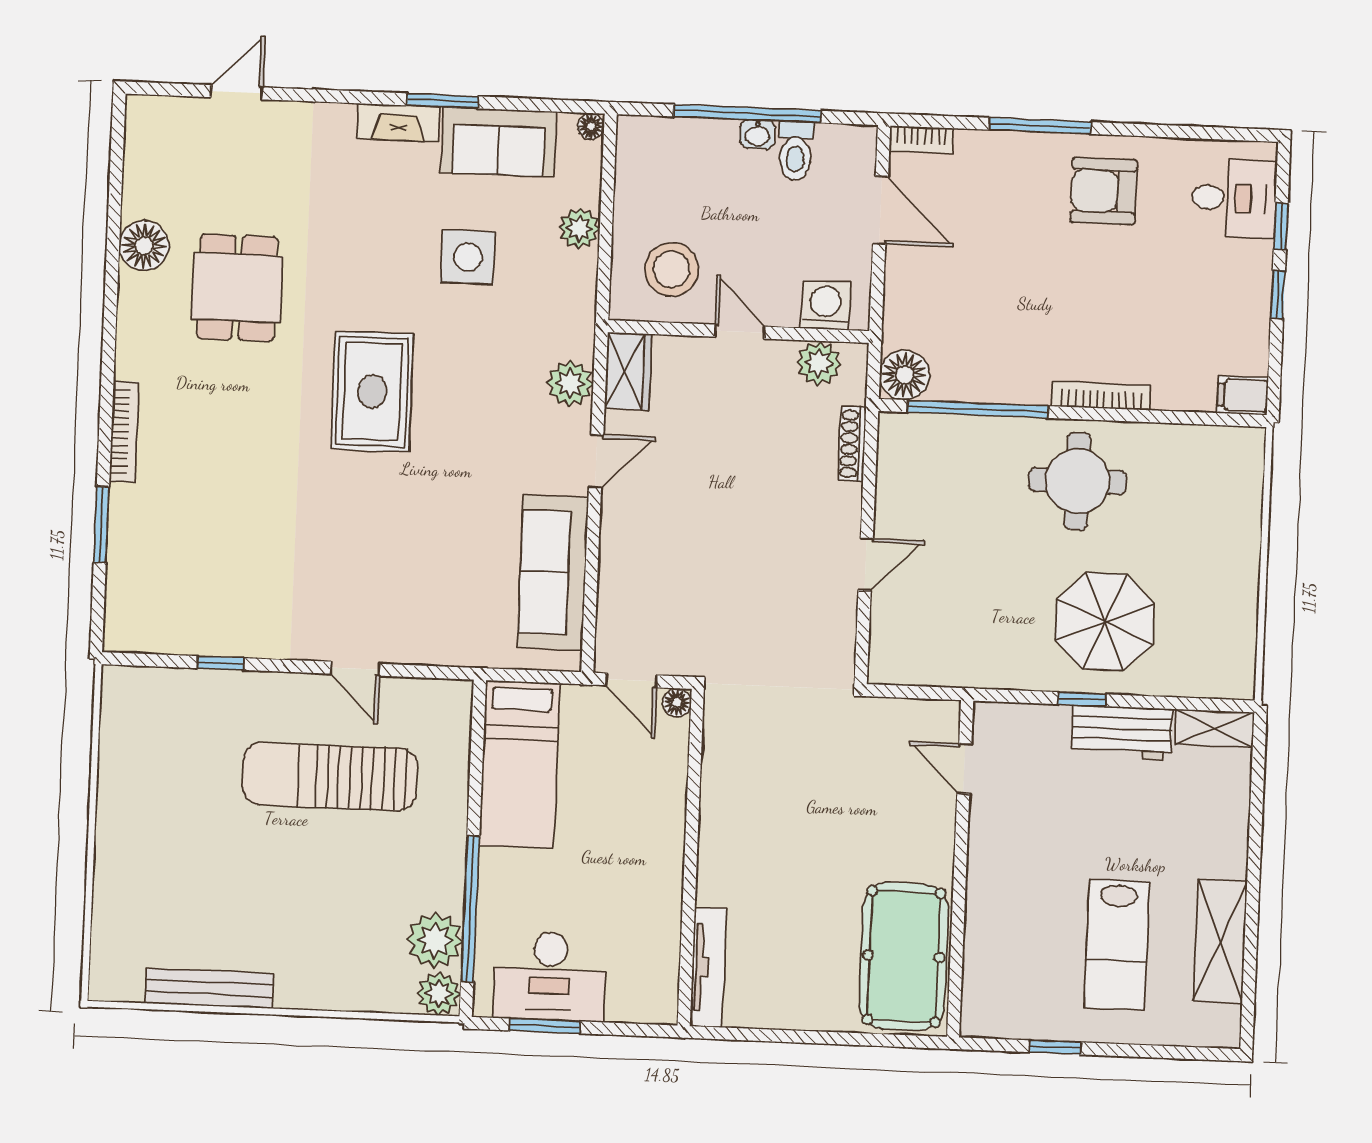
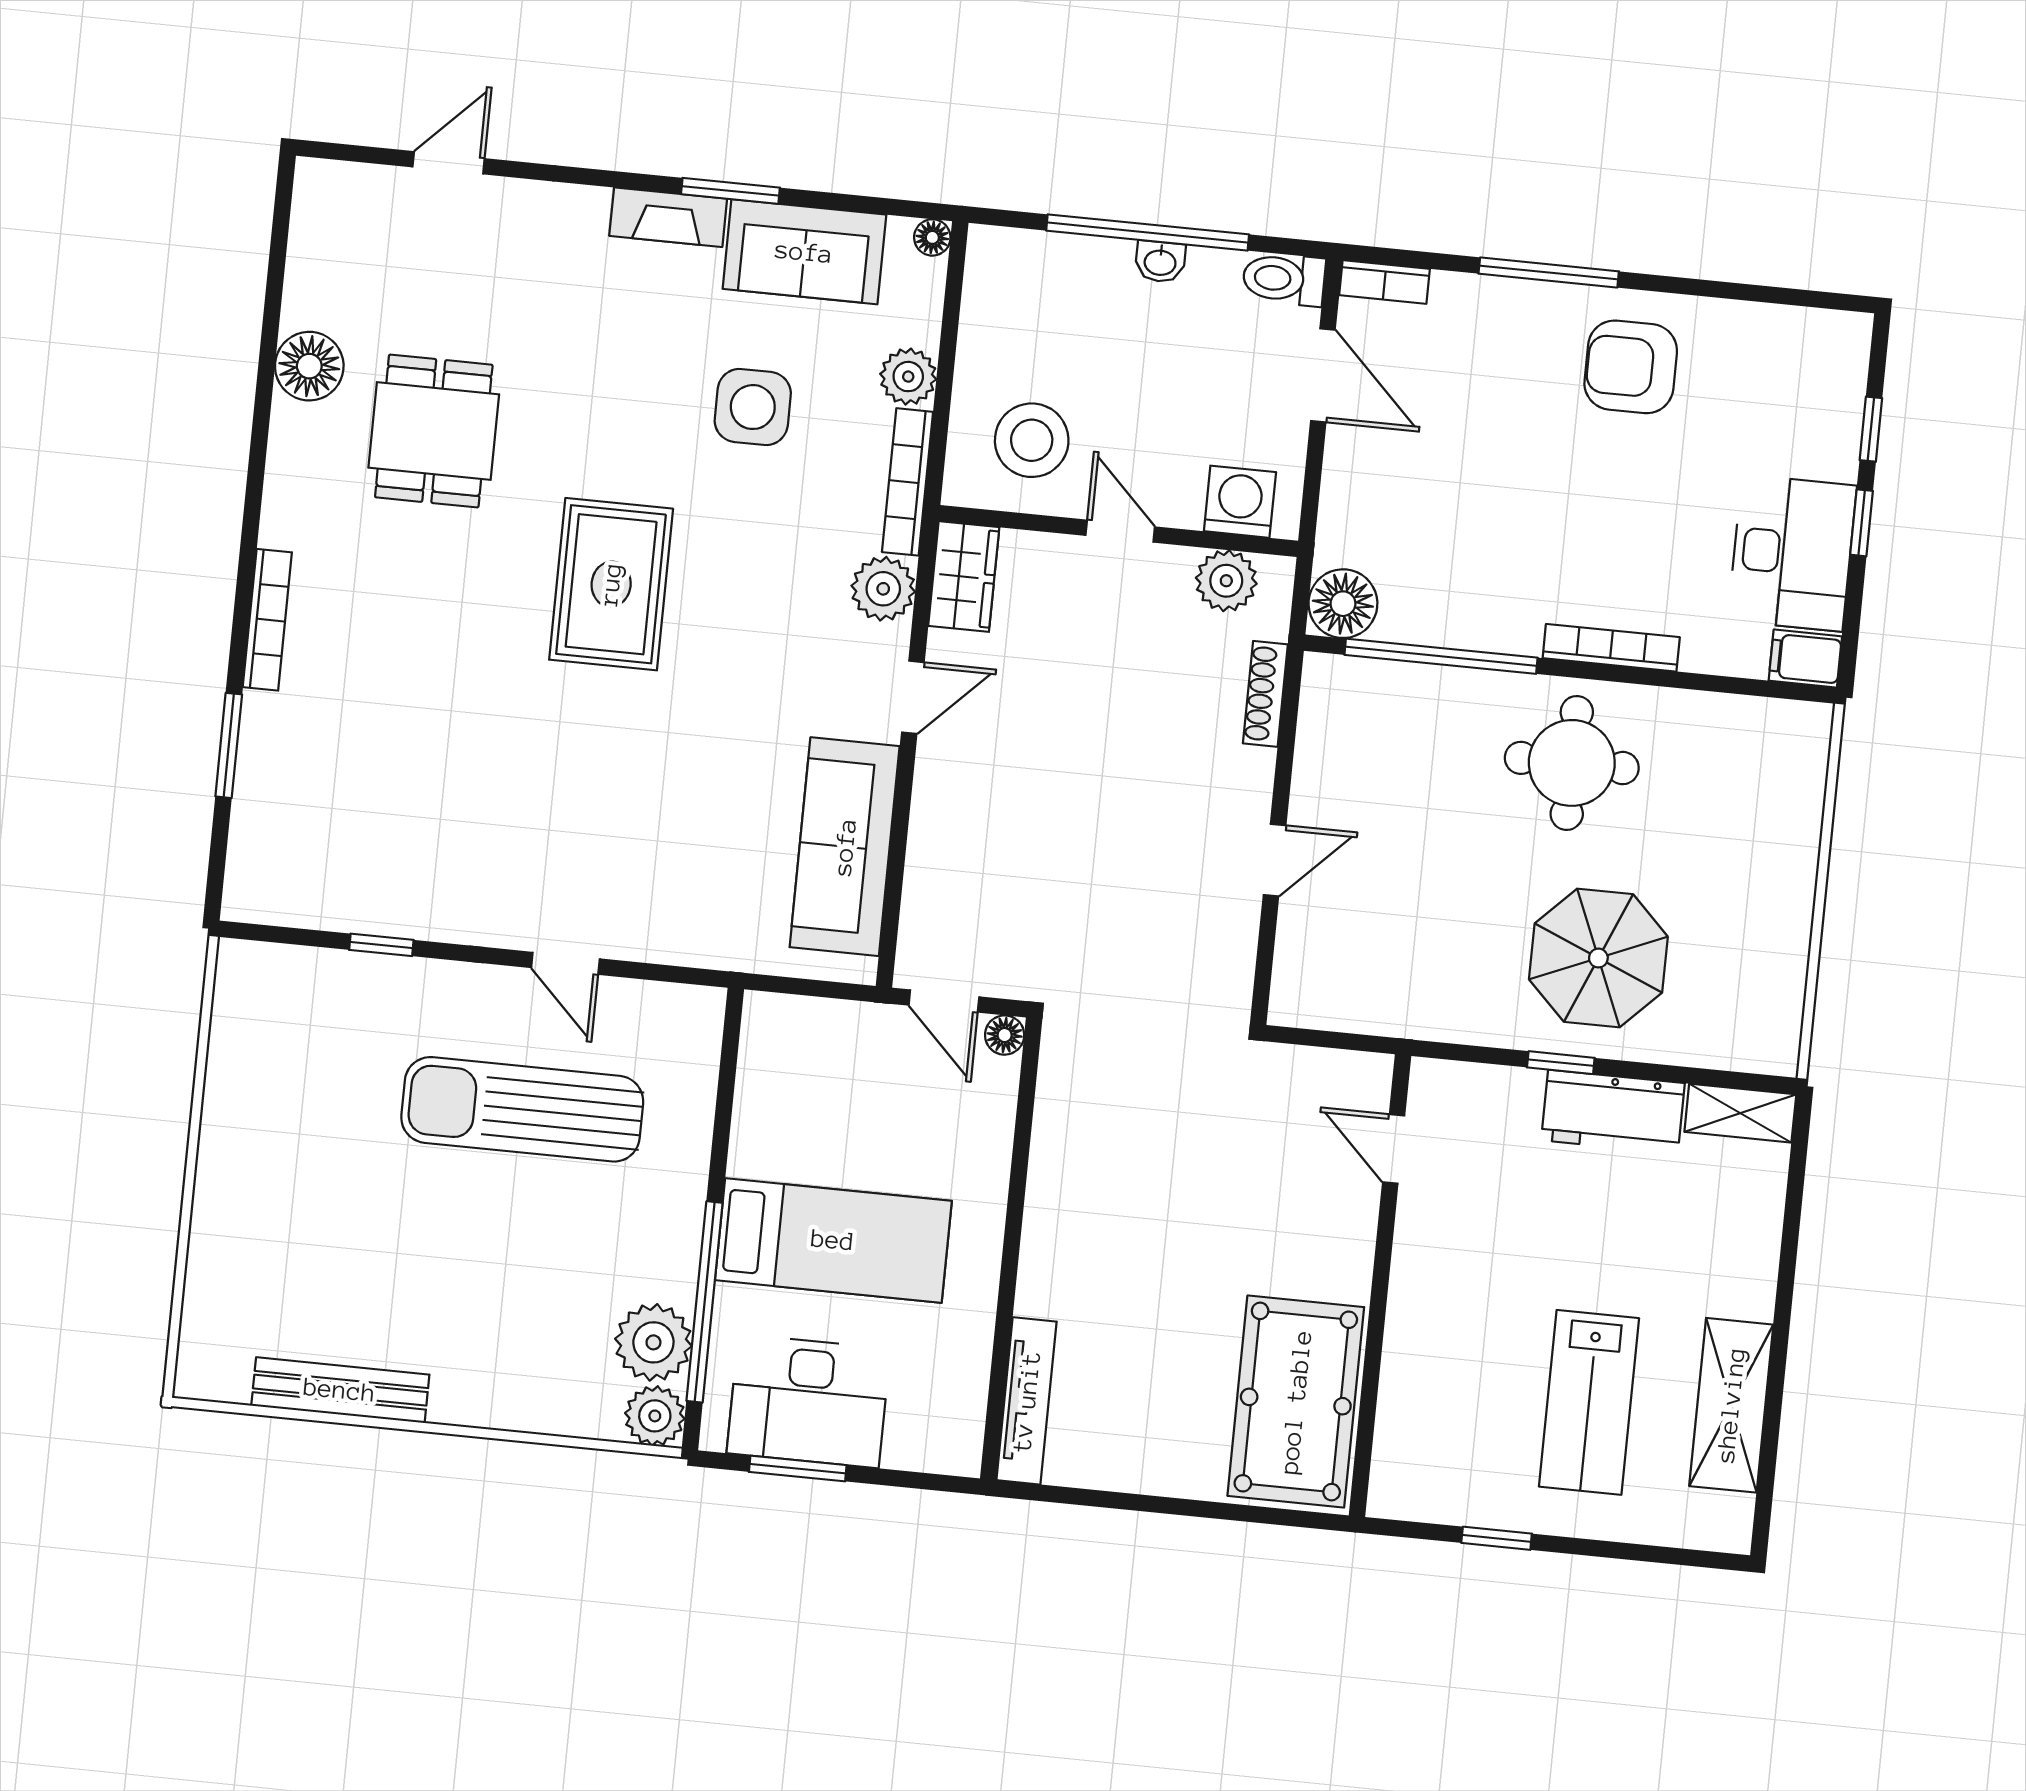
toilet: (795, 151) -> (1284, 279), moved, turned 90
desk: (1234, 198) -> (1792, 553), moved, width x1.37
bookcase: (583, 305) -> (908, 482), added
bed: (520, 765) -> (833, 1240), moved, turned -90

